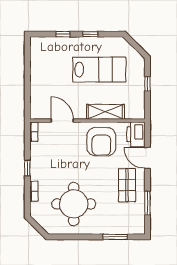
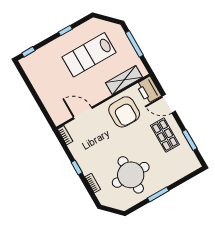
window: (63, 34) -> (28, 52), moved
lab bench: (99, 70) -> (89, 55), turned 180
window: (147, 84) -> (134, 44), width x2.17
shelving: (105, 112) -> (124, 80), moved
window: (115, 237) -> (158, 194), moved

